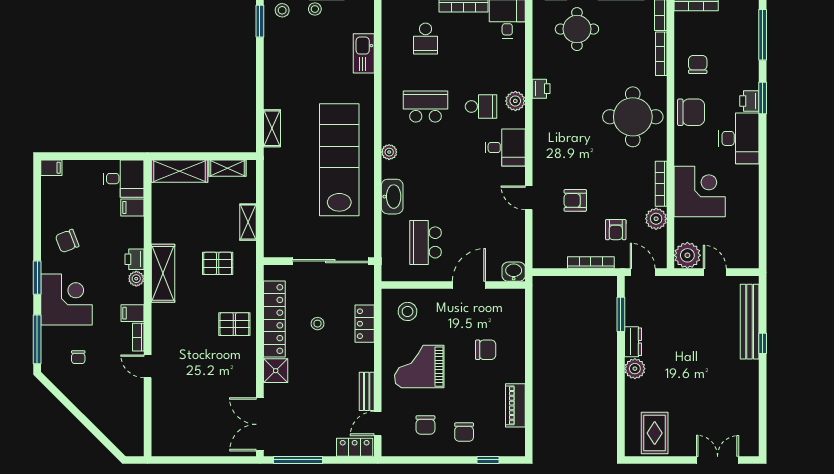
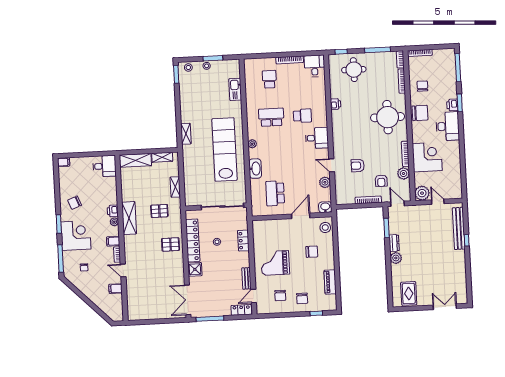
school desk: (426, 39) -> (269, 79), turned 180
plant: (515, 101) -> (325, 182), moved
filing cabinet: (132, 207) -> (116, 289), moved
stool: (408, 311) -> (325, 227), moved

